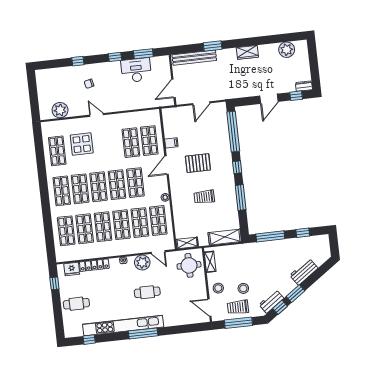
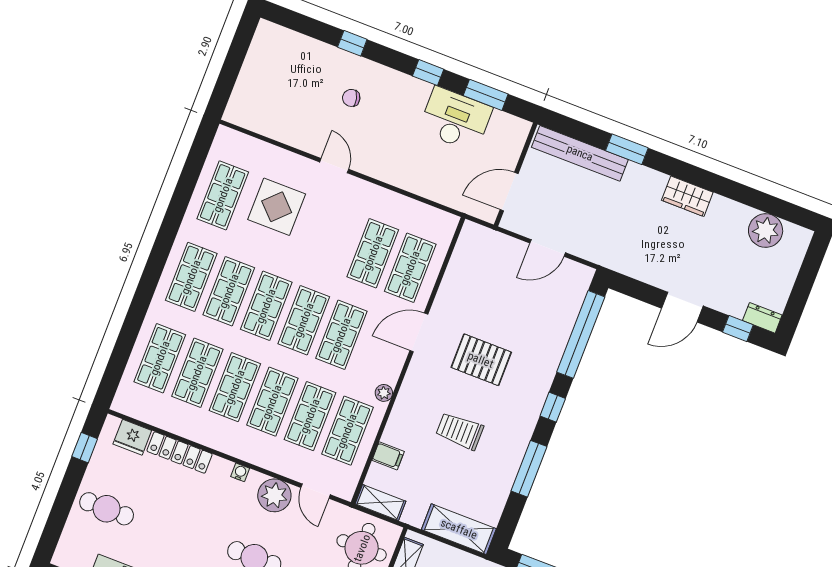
plant: (60, 110) -> (269, 120), removed
filing cabinet: (171, 143) -> (388, 456), moved

